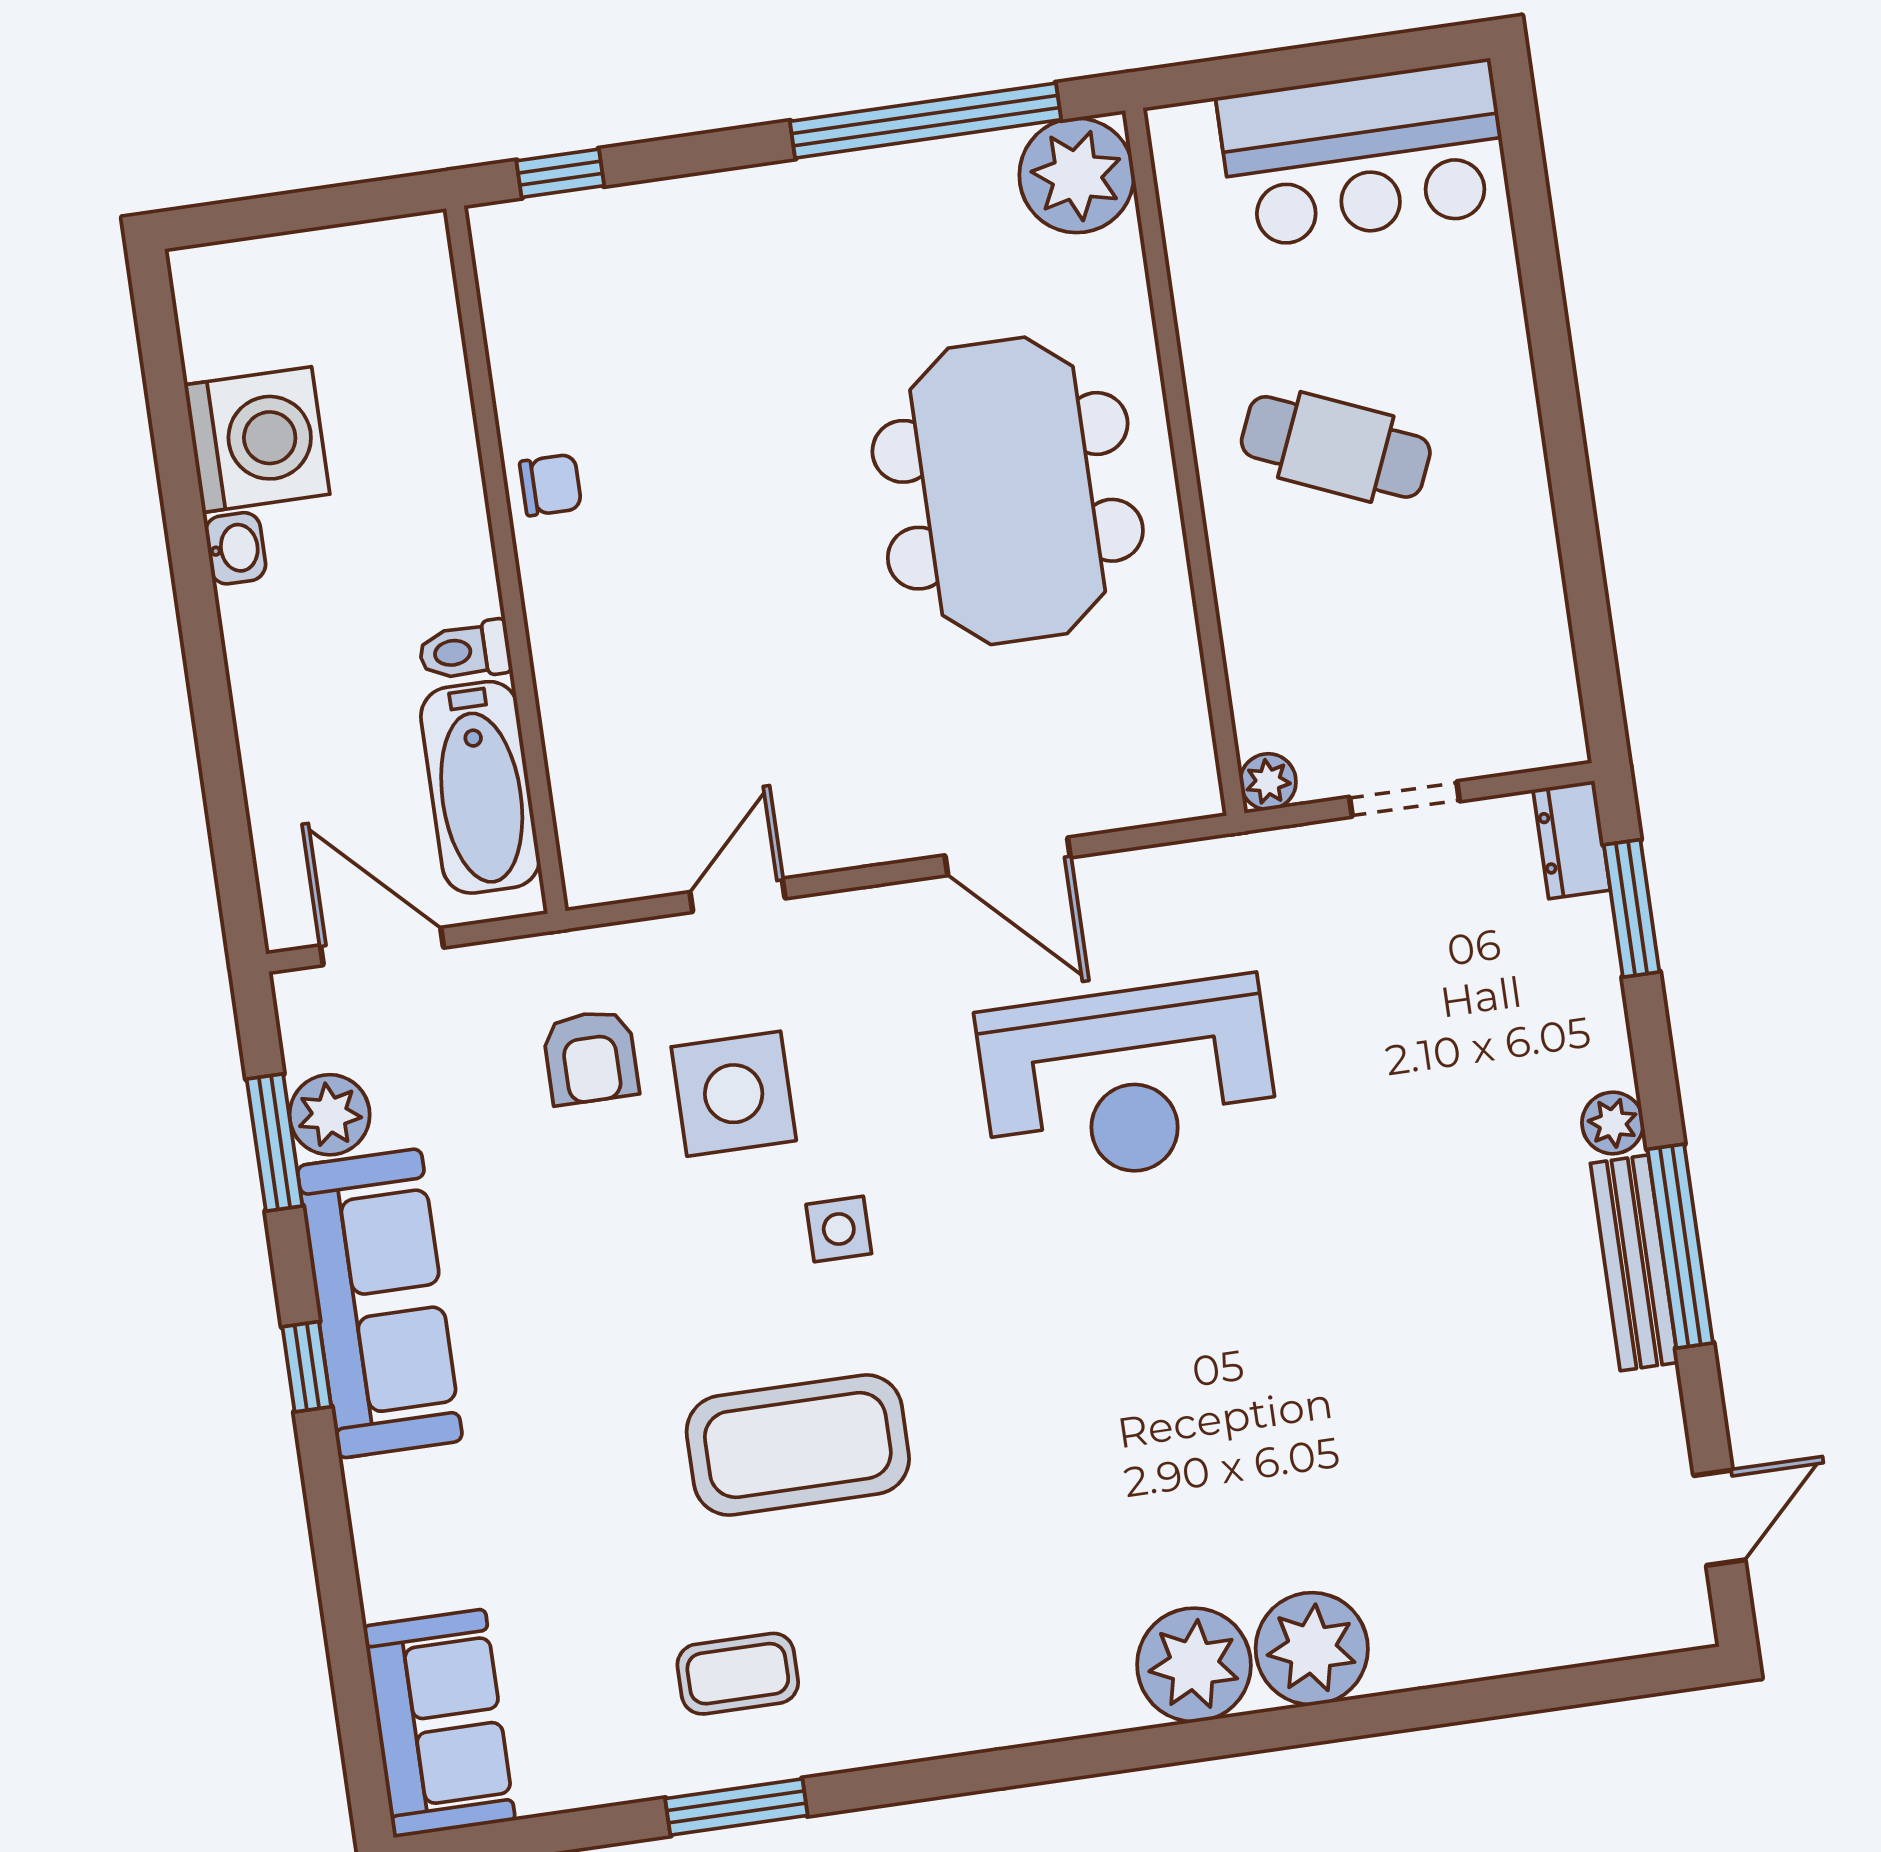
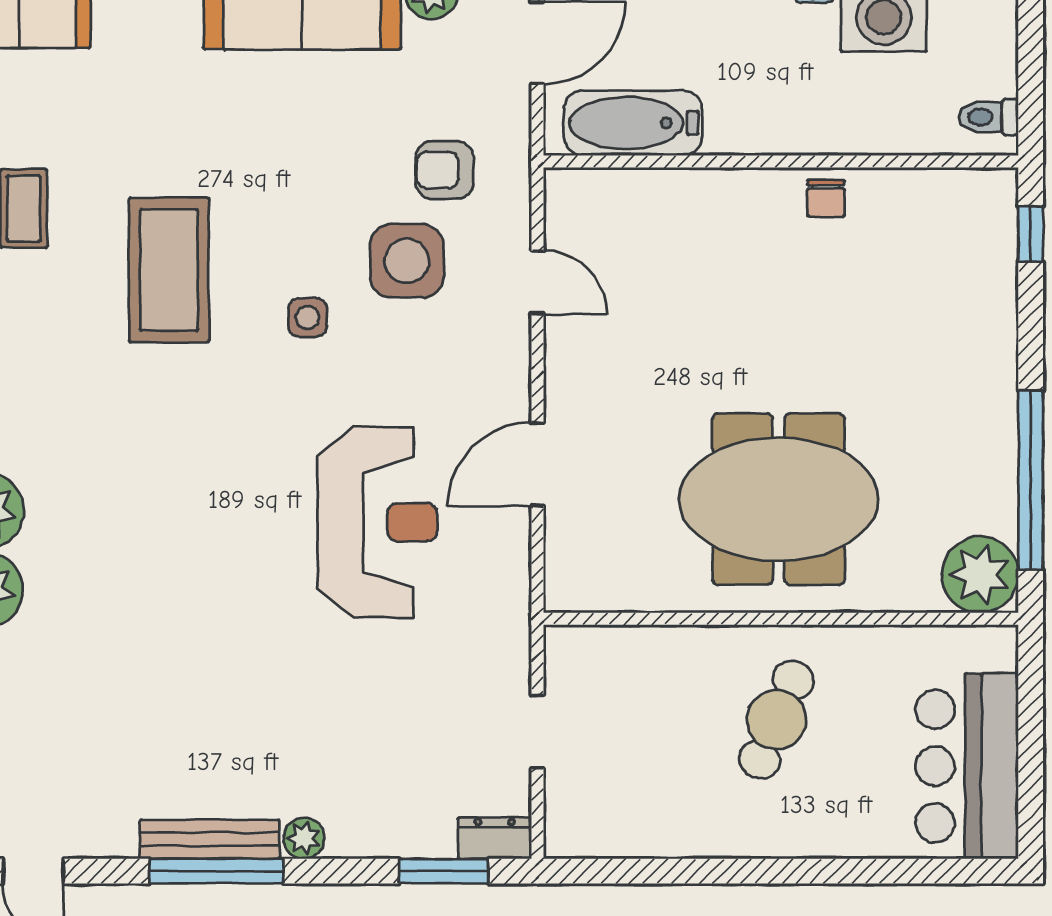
toilet: (465, 651) -> (989, 117), moved, turned -90
plant: (1268, 782) -> (562, 643), removed
reception desk: (1128, 1081) -> (378, 522), turned 180

